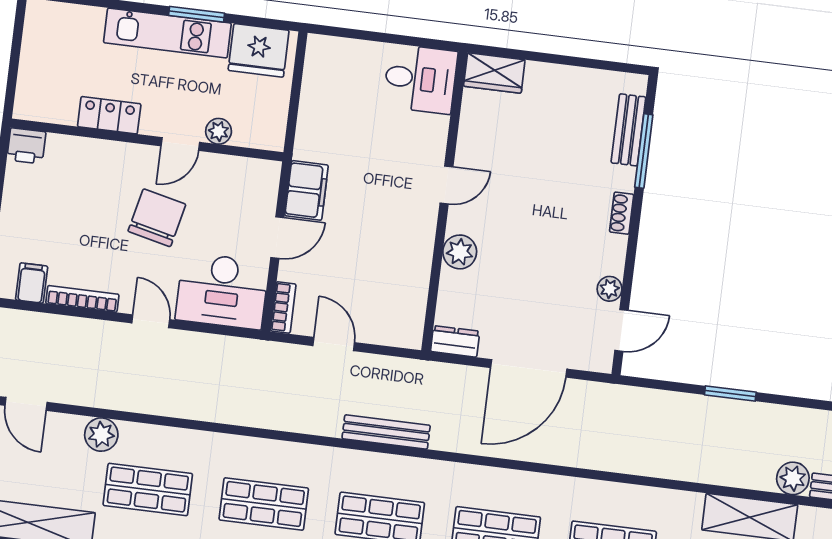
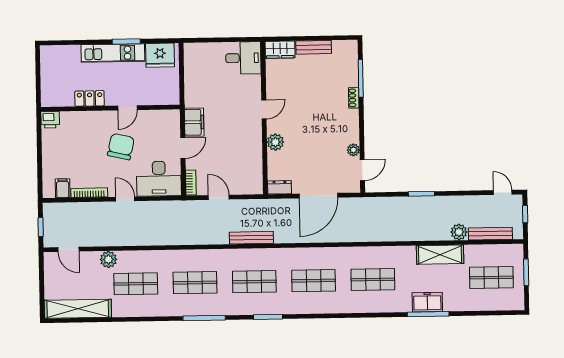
bench: (628, 130) -> (314, 47), moved, turned 90
plant: (219, 131) -> (146, 99), removed
shoe rack: (622, 213) -> (354, 98), moved

